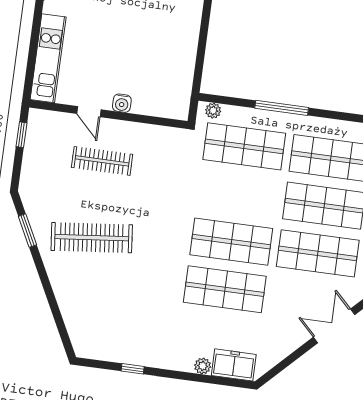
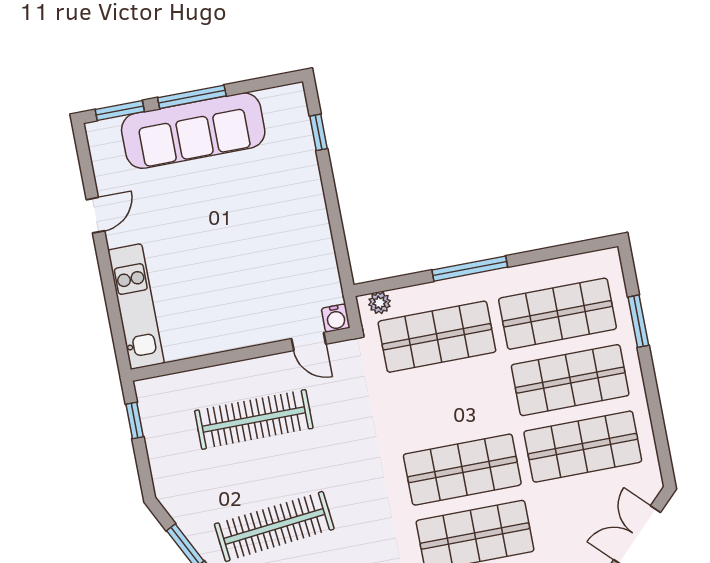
water cooler: (122, 103) -> (336, 318), moved
door: (89, 112) -> (309, 341), moved
clothes rail: (102, 161) -> (254, 419), width x1.37, depth x1.31

